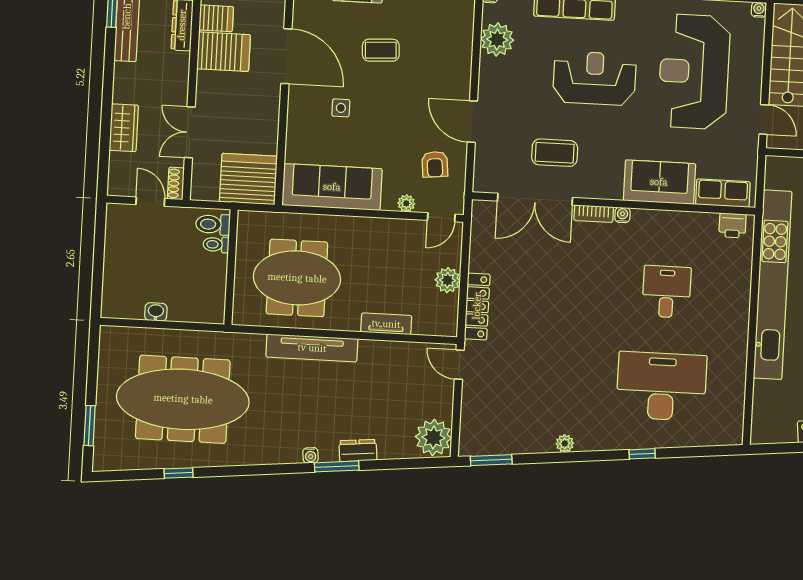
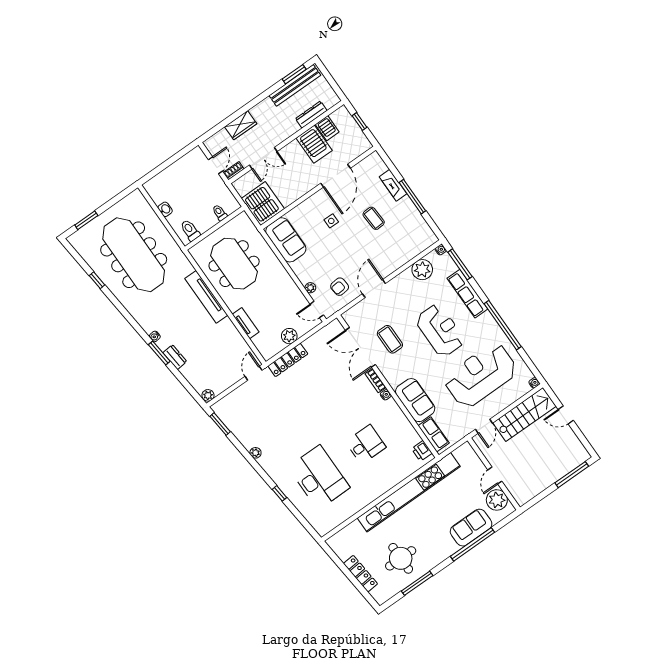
double door: (190, 132) -> (263, 158), swing flipped
sofa: (332, 187) -> (286, 240), width x0.73
toilet: (213, 224) -> (190, 230), moved
plant: (433, 437) -> (208, 395), width x0.53, depth x0.53

